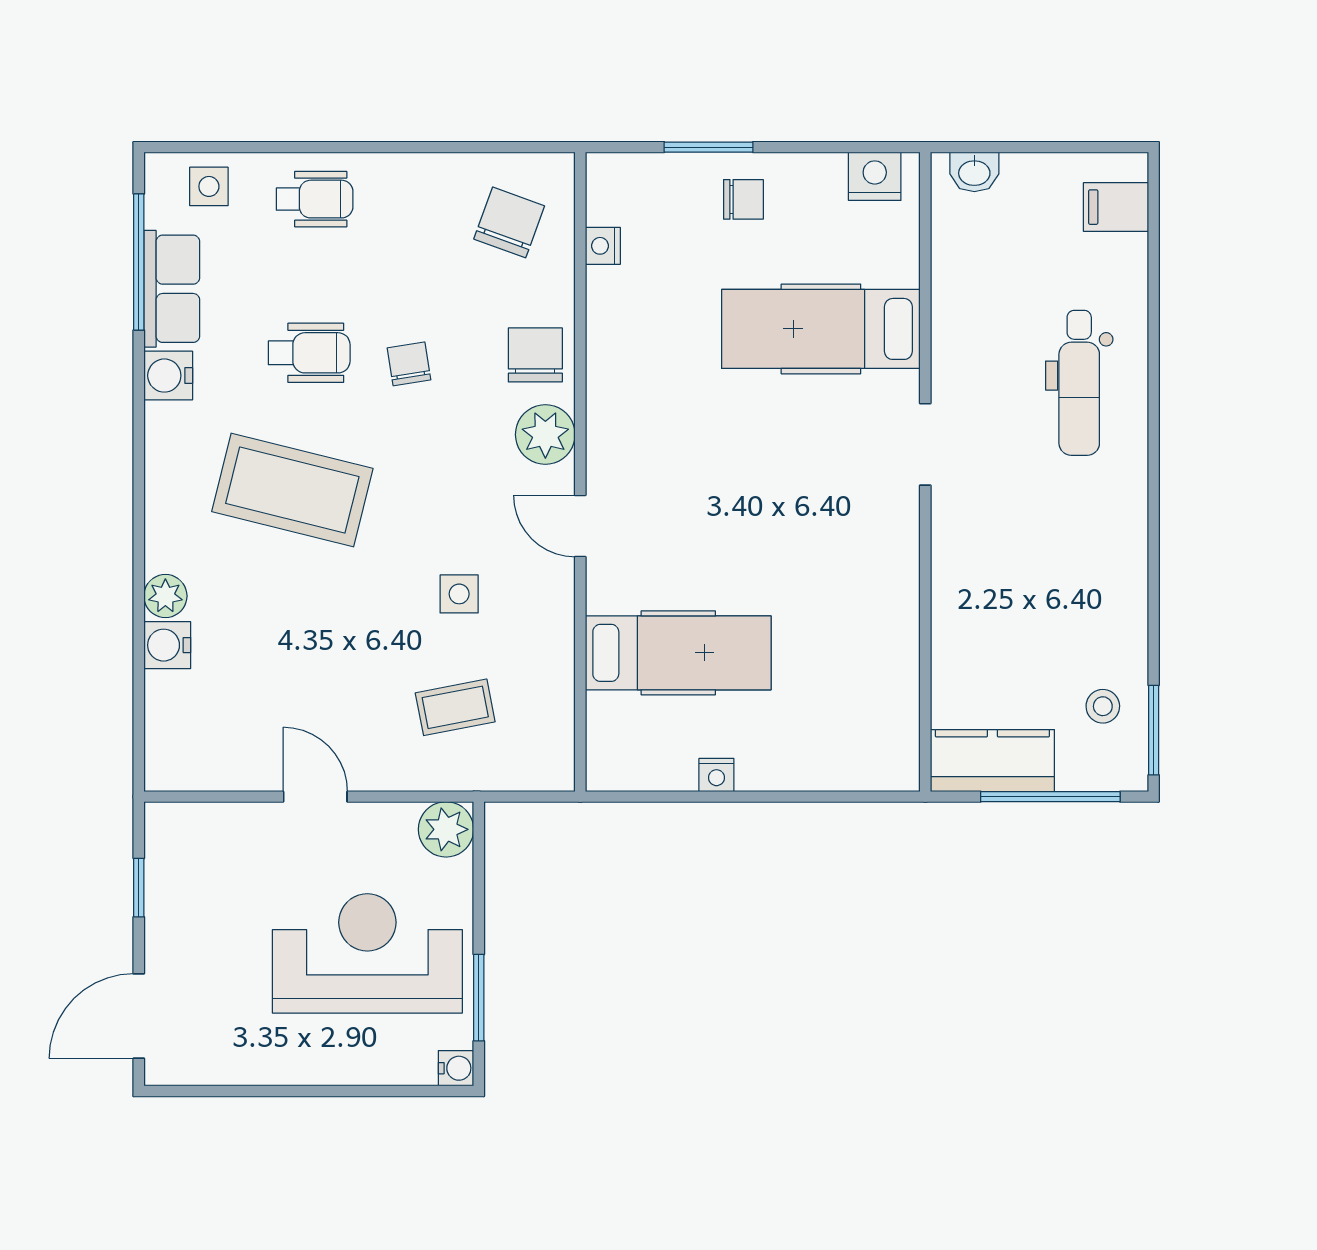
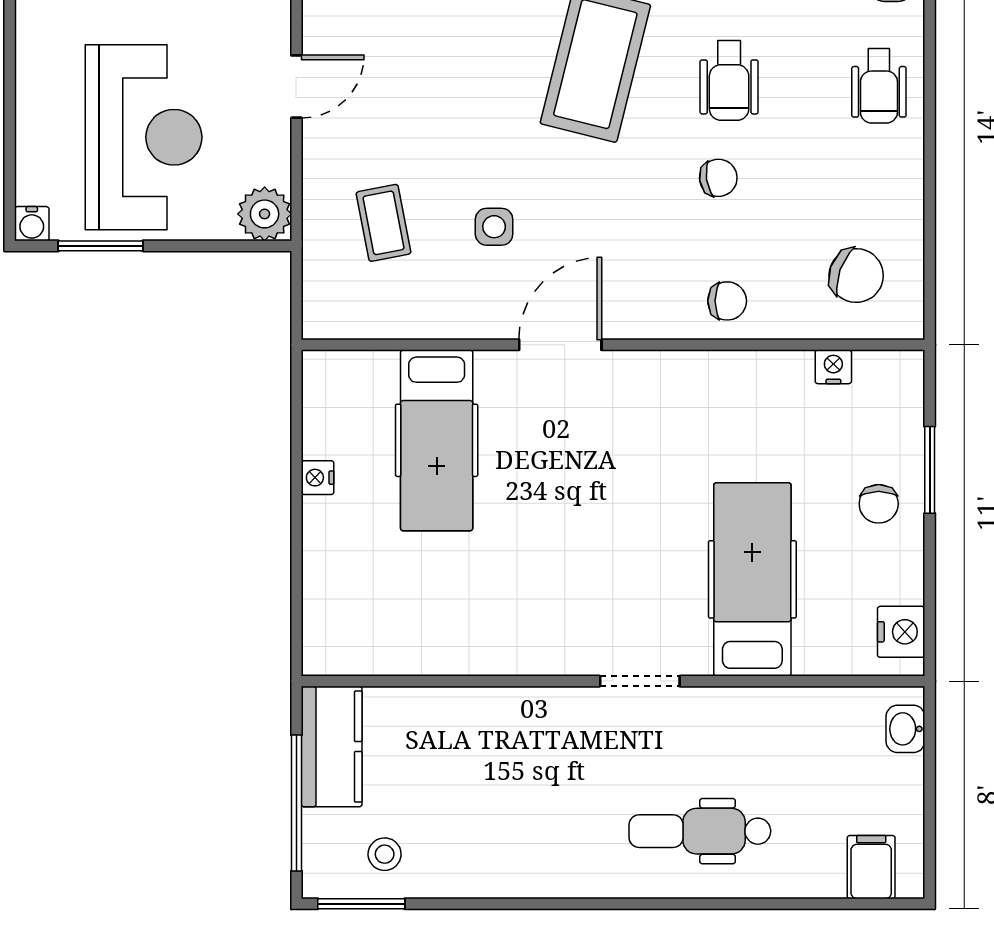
chair: (535, 355) -> (727, 301), width x0.73, depth x0.73
plant: (545, 435) -> (649, 311), removed
door: (580, 526) -> (560, 345), width x1.37

